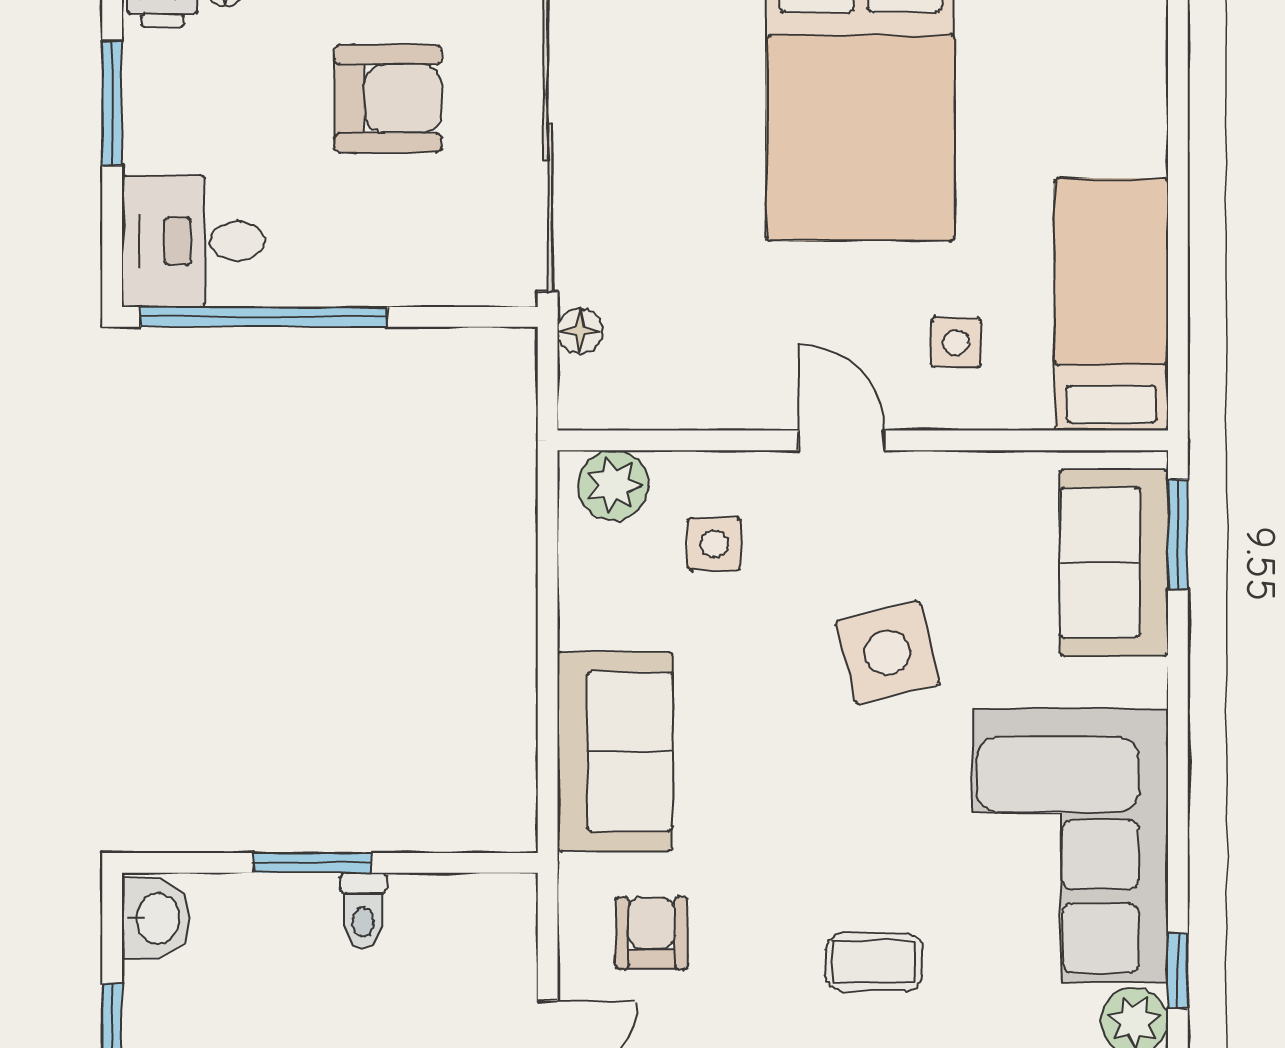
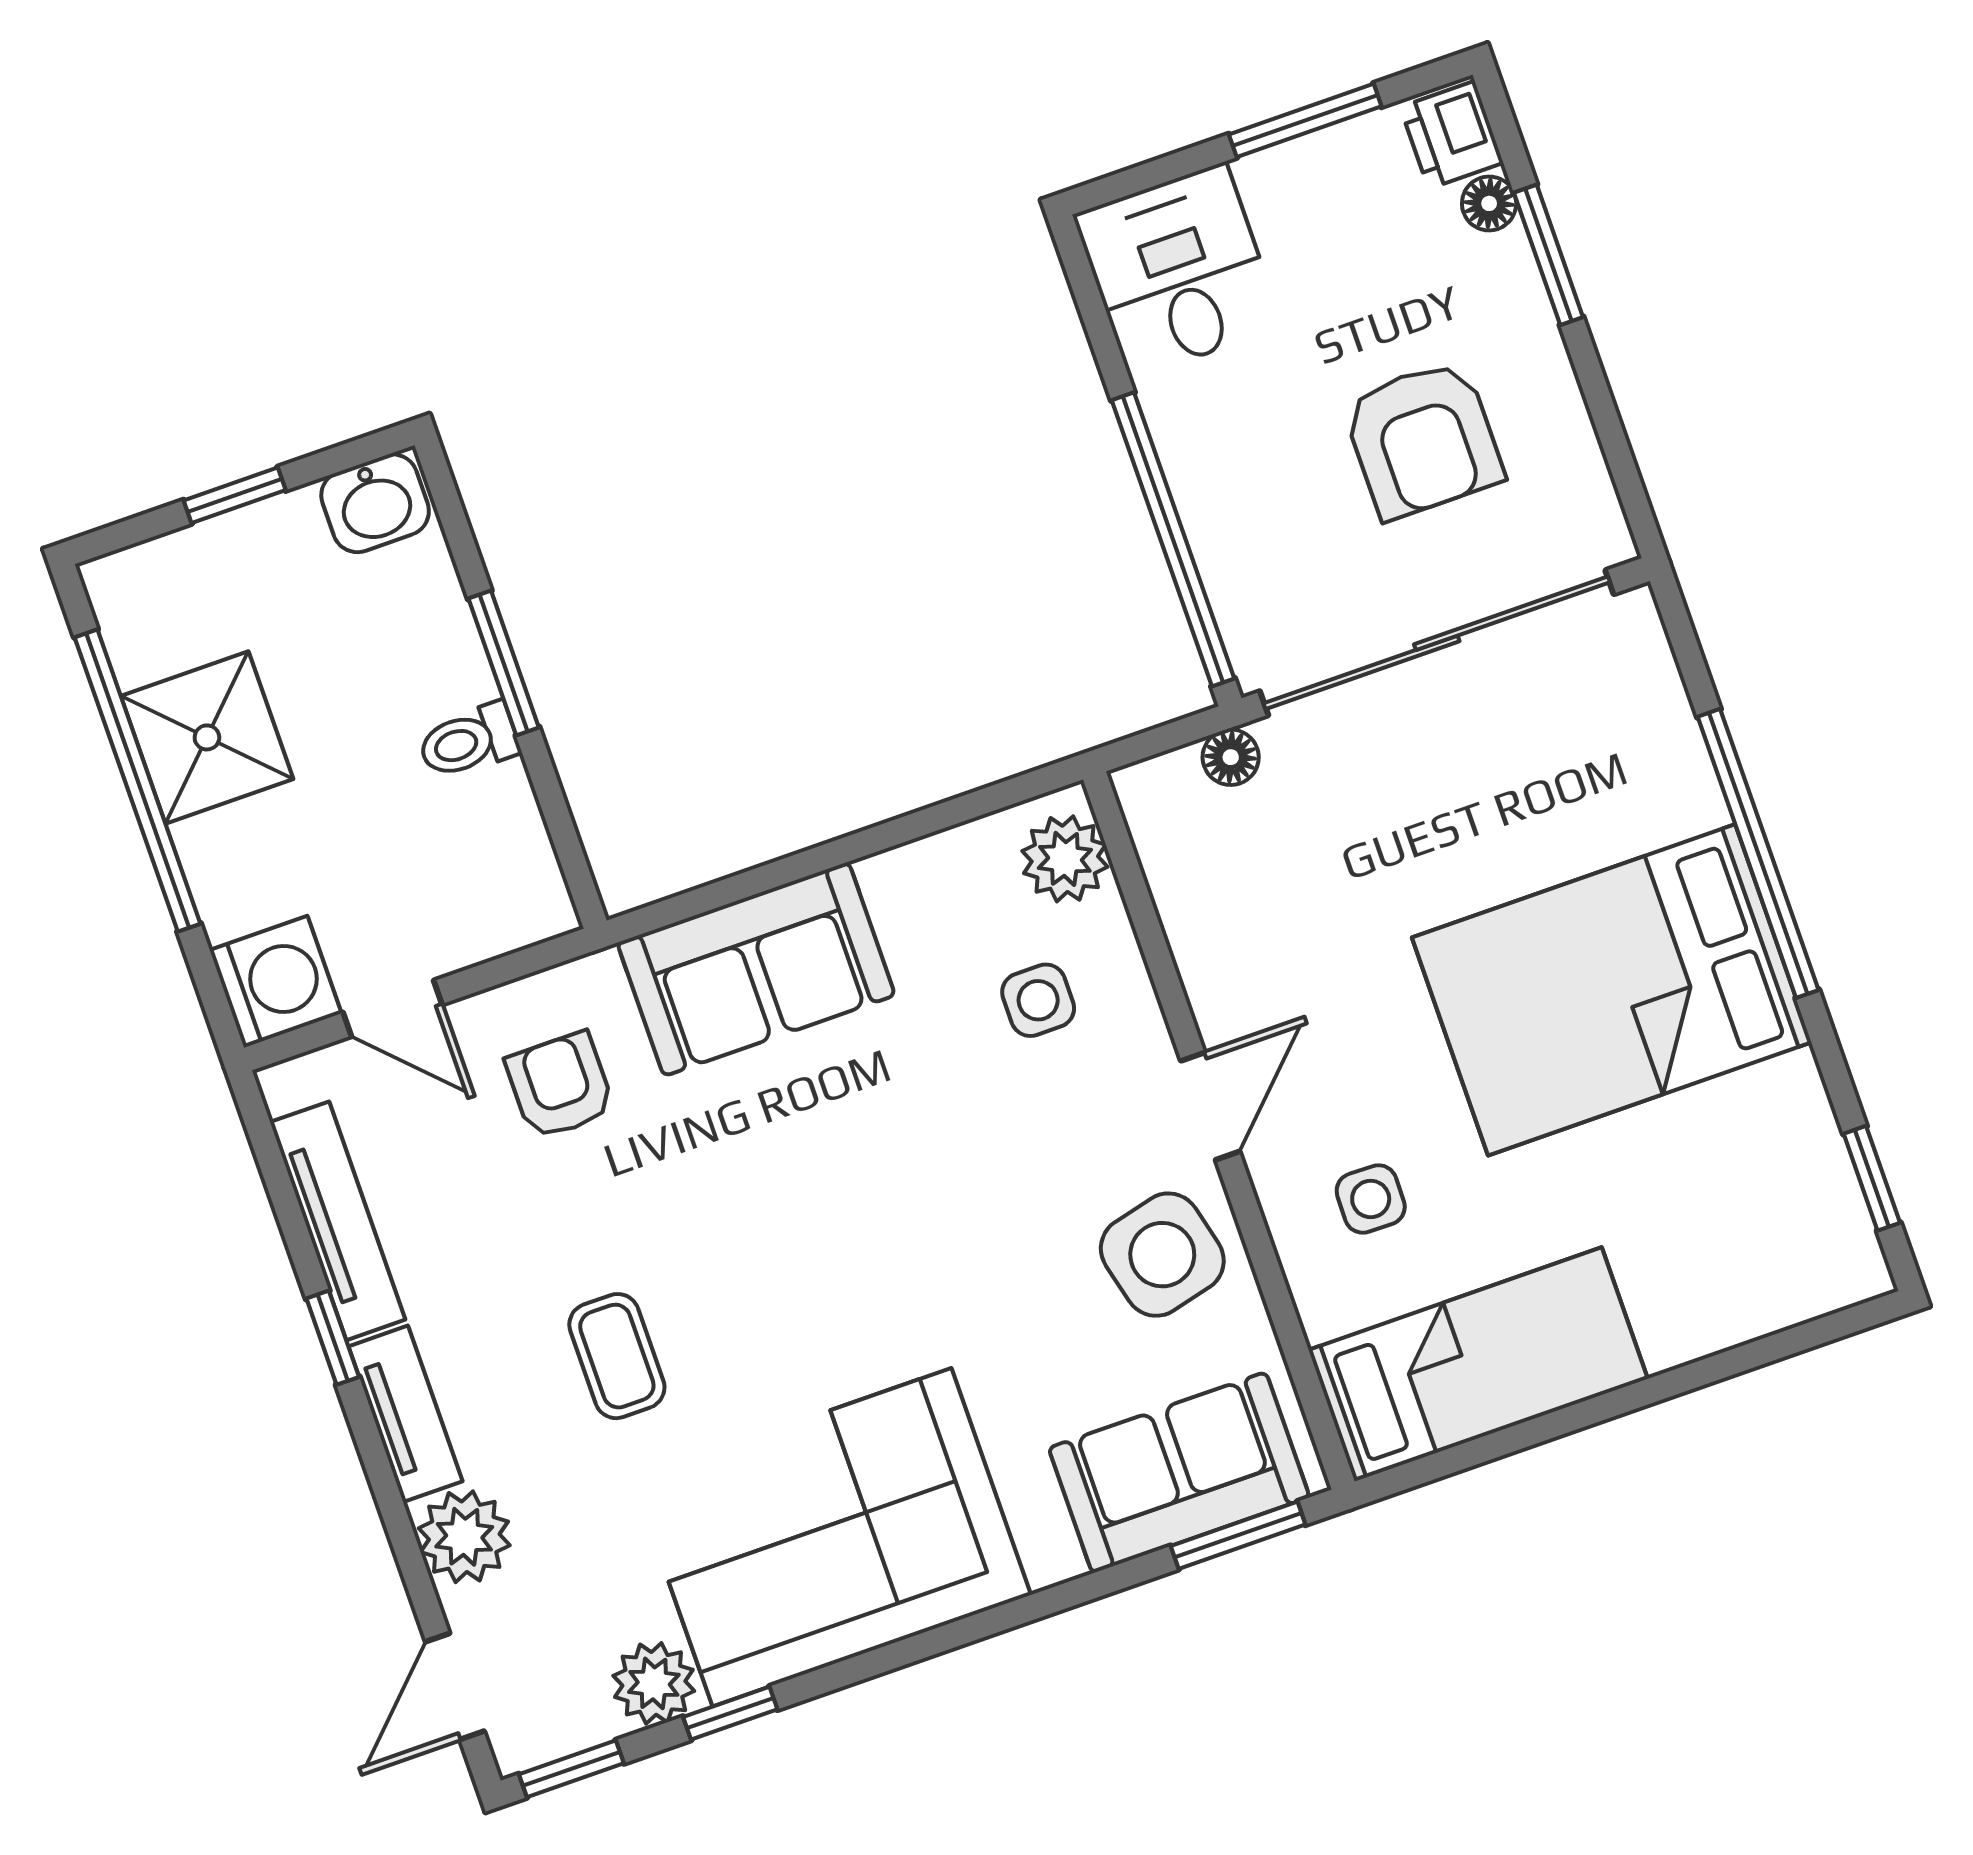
window: (263, 317) -> (1173, 539), moved
side table: (888, 653) -> (1162, 1255), moved
armchair: (652, 933) -> (560, 1086), turned -90

